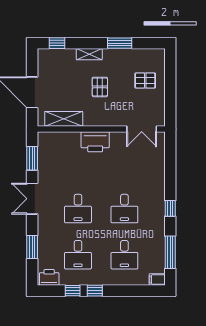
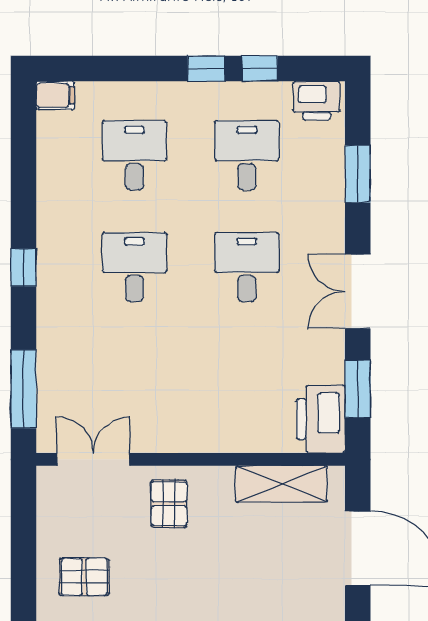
pallet: (100, 87) -> (169, 504), moved
printer: (95, 142) -> (321, 419), moved, turned -90
double door: (32, 199) -> (358, 291), swing flipped
window: (170, 252) -> (24, 389), moved

